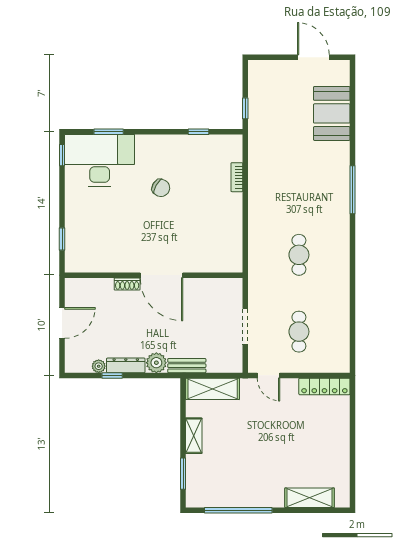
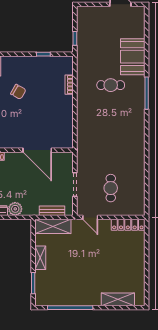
booth: (332, 113) -> (133, 57), moved
cafe table: (299, 255) -> (111, 85), moved, turned 90
door: (161, 275) -> (37, 150), moved
bench: (187, 366) -> (52, 211), moved

